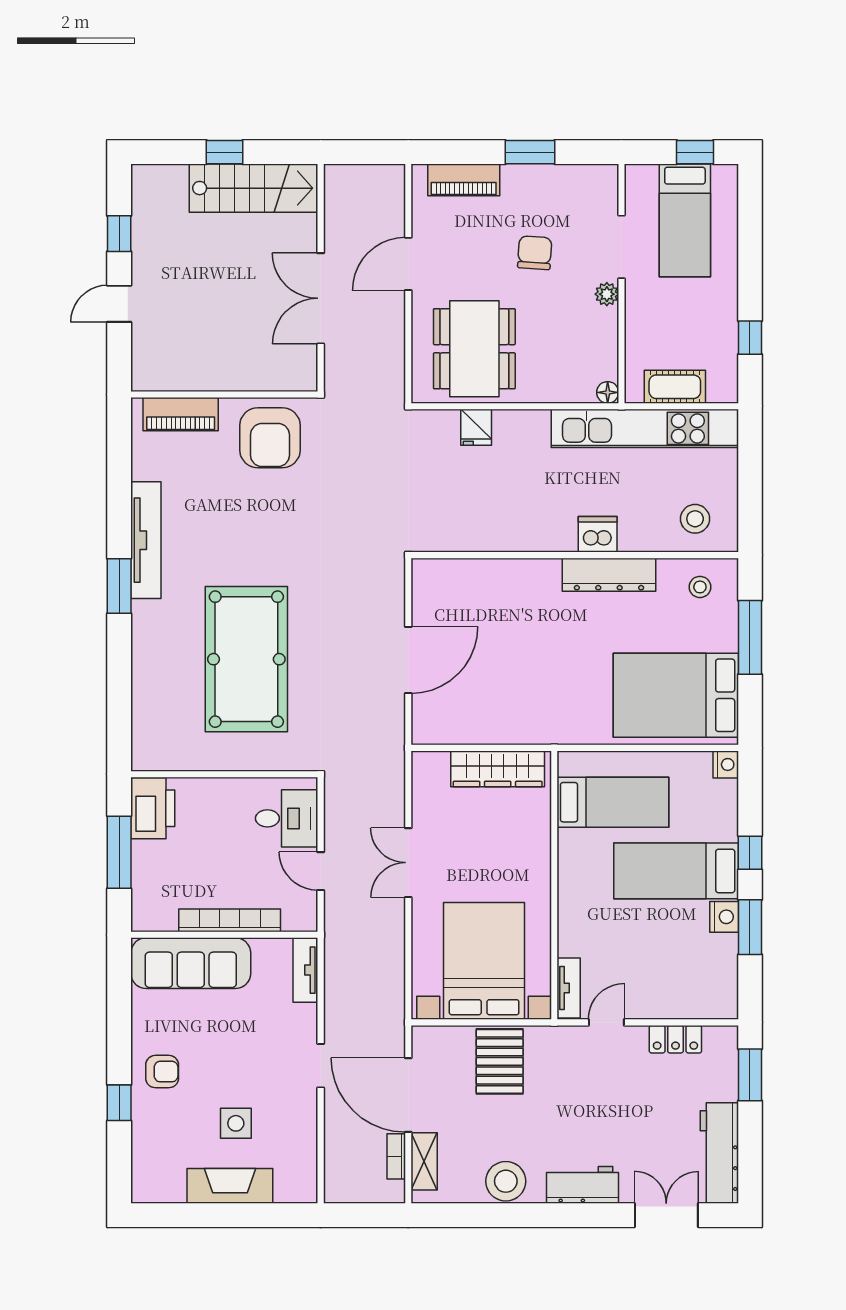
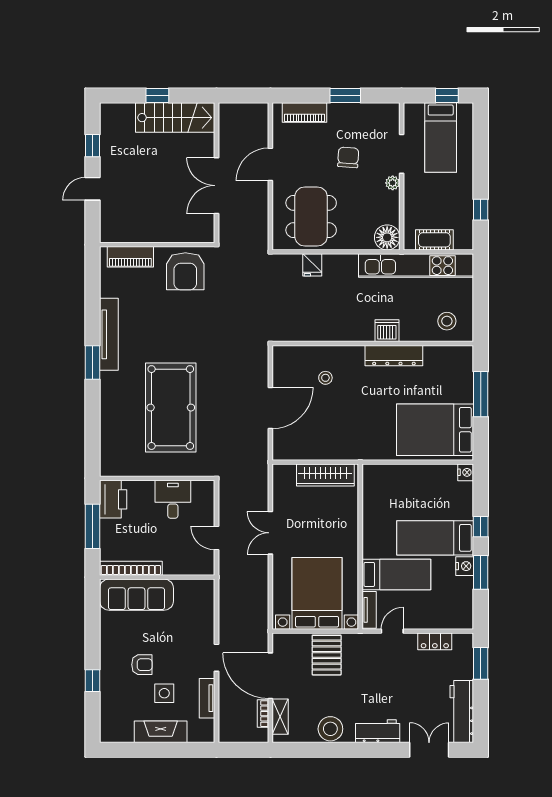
floor lamp: (608, 392) -> (387, 237), width x1.89, depth x1.89
stool: (700, 587) -> (325, 378), moved
bed: (613, 802) -> (396, 574), moved
desk: (287, 818) -> (173, 499), moved, turned -90
bookcase: (230, 920) -> (131, 568), moved
tv unit: (305, 970) -> (207, 698), moved
armchair: (162, 1072) -> (142, 665), moved

